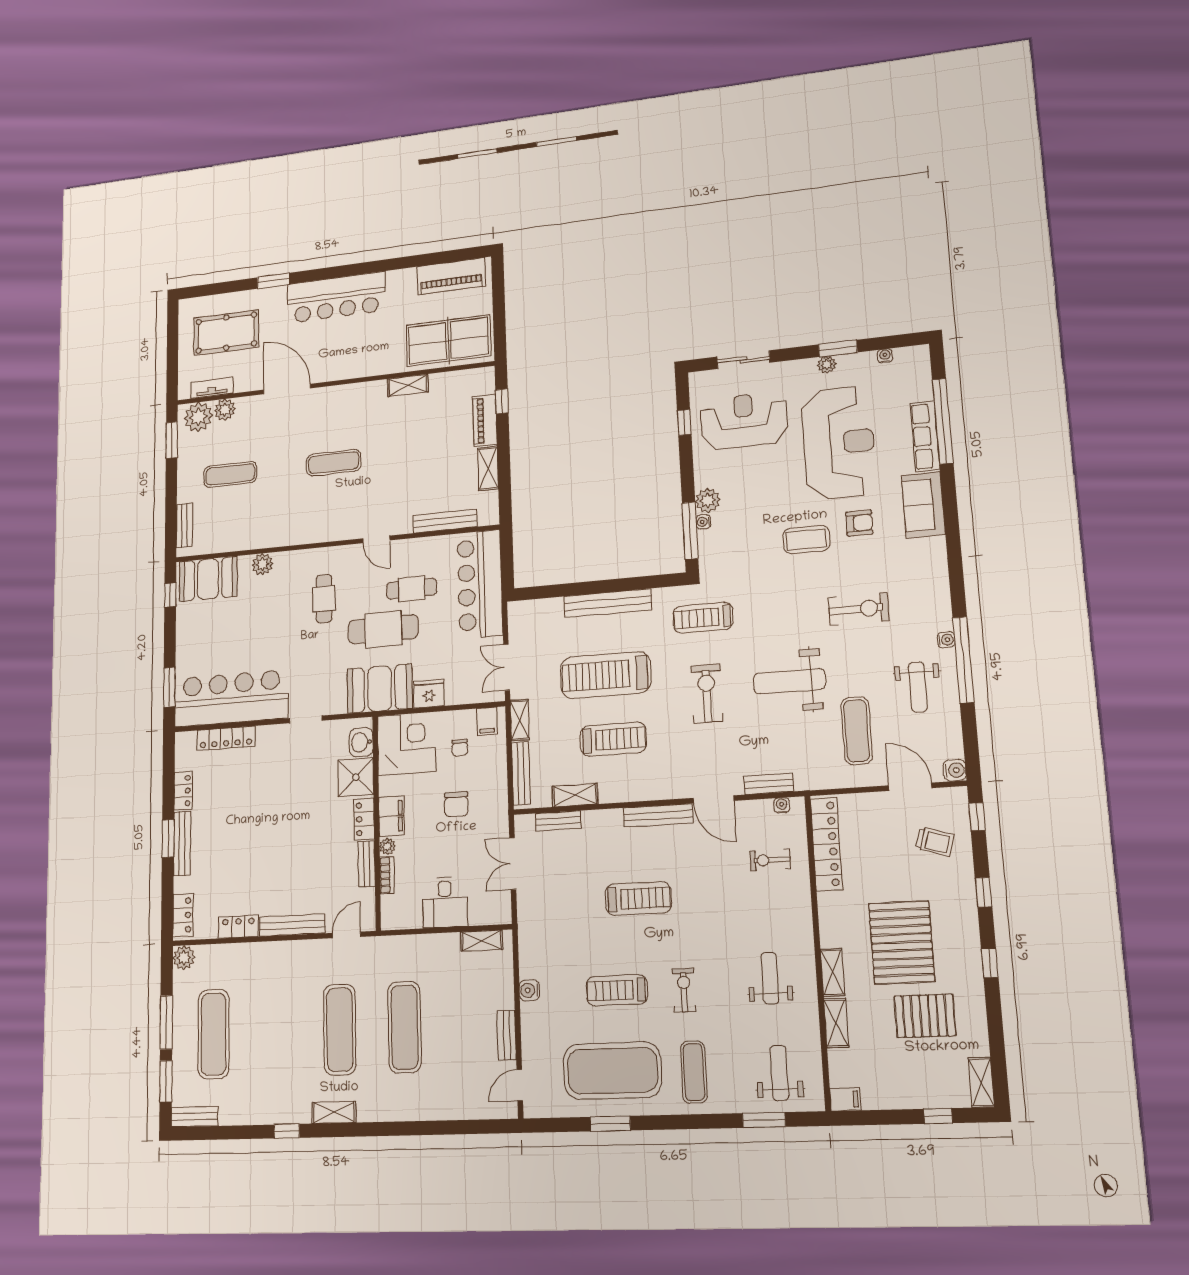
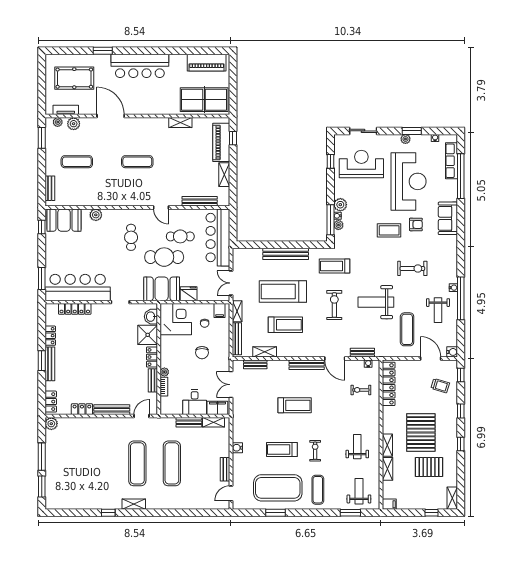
plant: (198, 417) -> (58, 122), width x0.53, depth x0.53
piano: (485, 420) -> (221, 142), width x1.37, depth x1.33
row of seats: (925, 436) -> (452, 161), moved
plant: (706, 539) -> (338, 225), added
filing cabinet: (391, 816) -> (217, 408), moved, turned -90
exercise mat: (214, 1034) -> (68, 463), removed
bench: (195, 1117) -> (189, 422), moved

